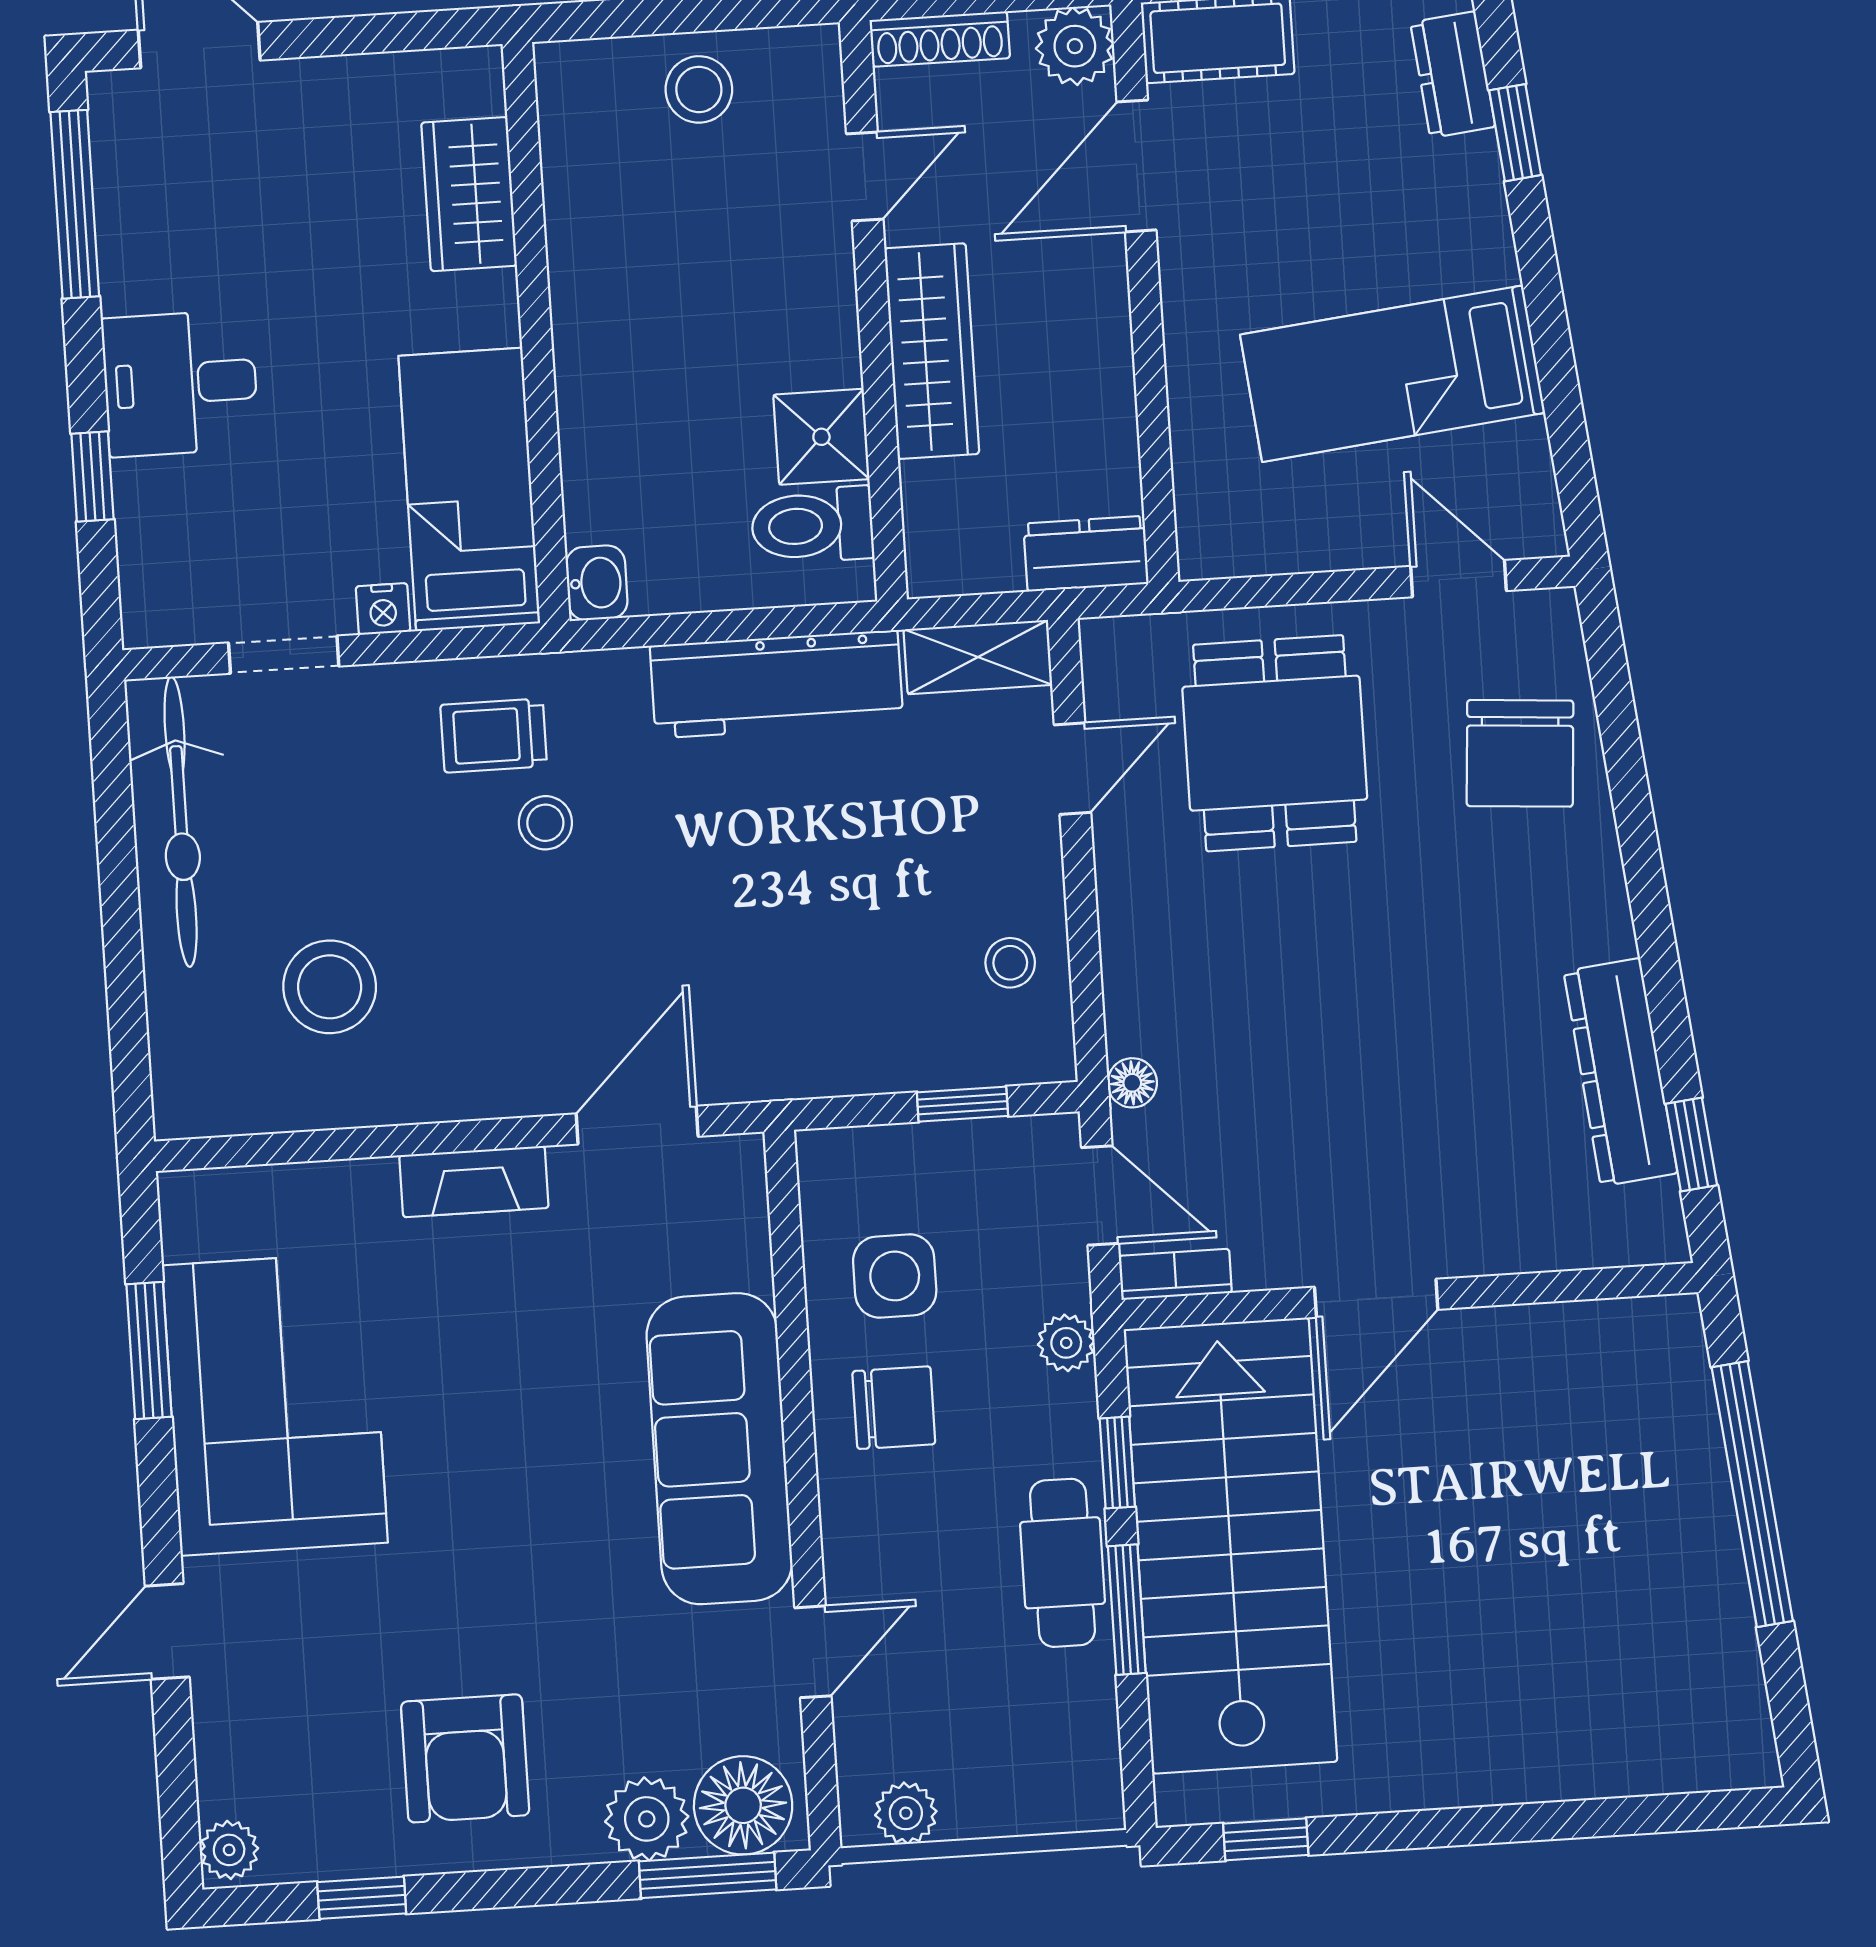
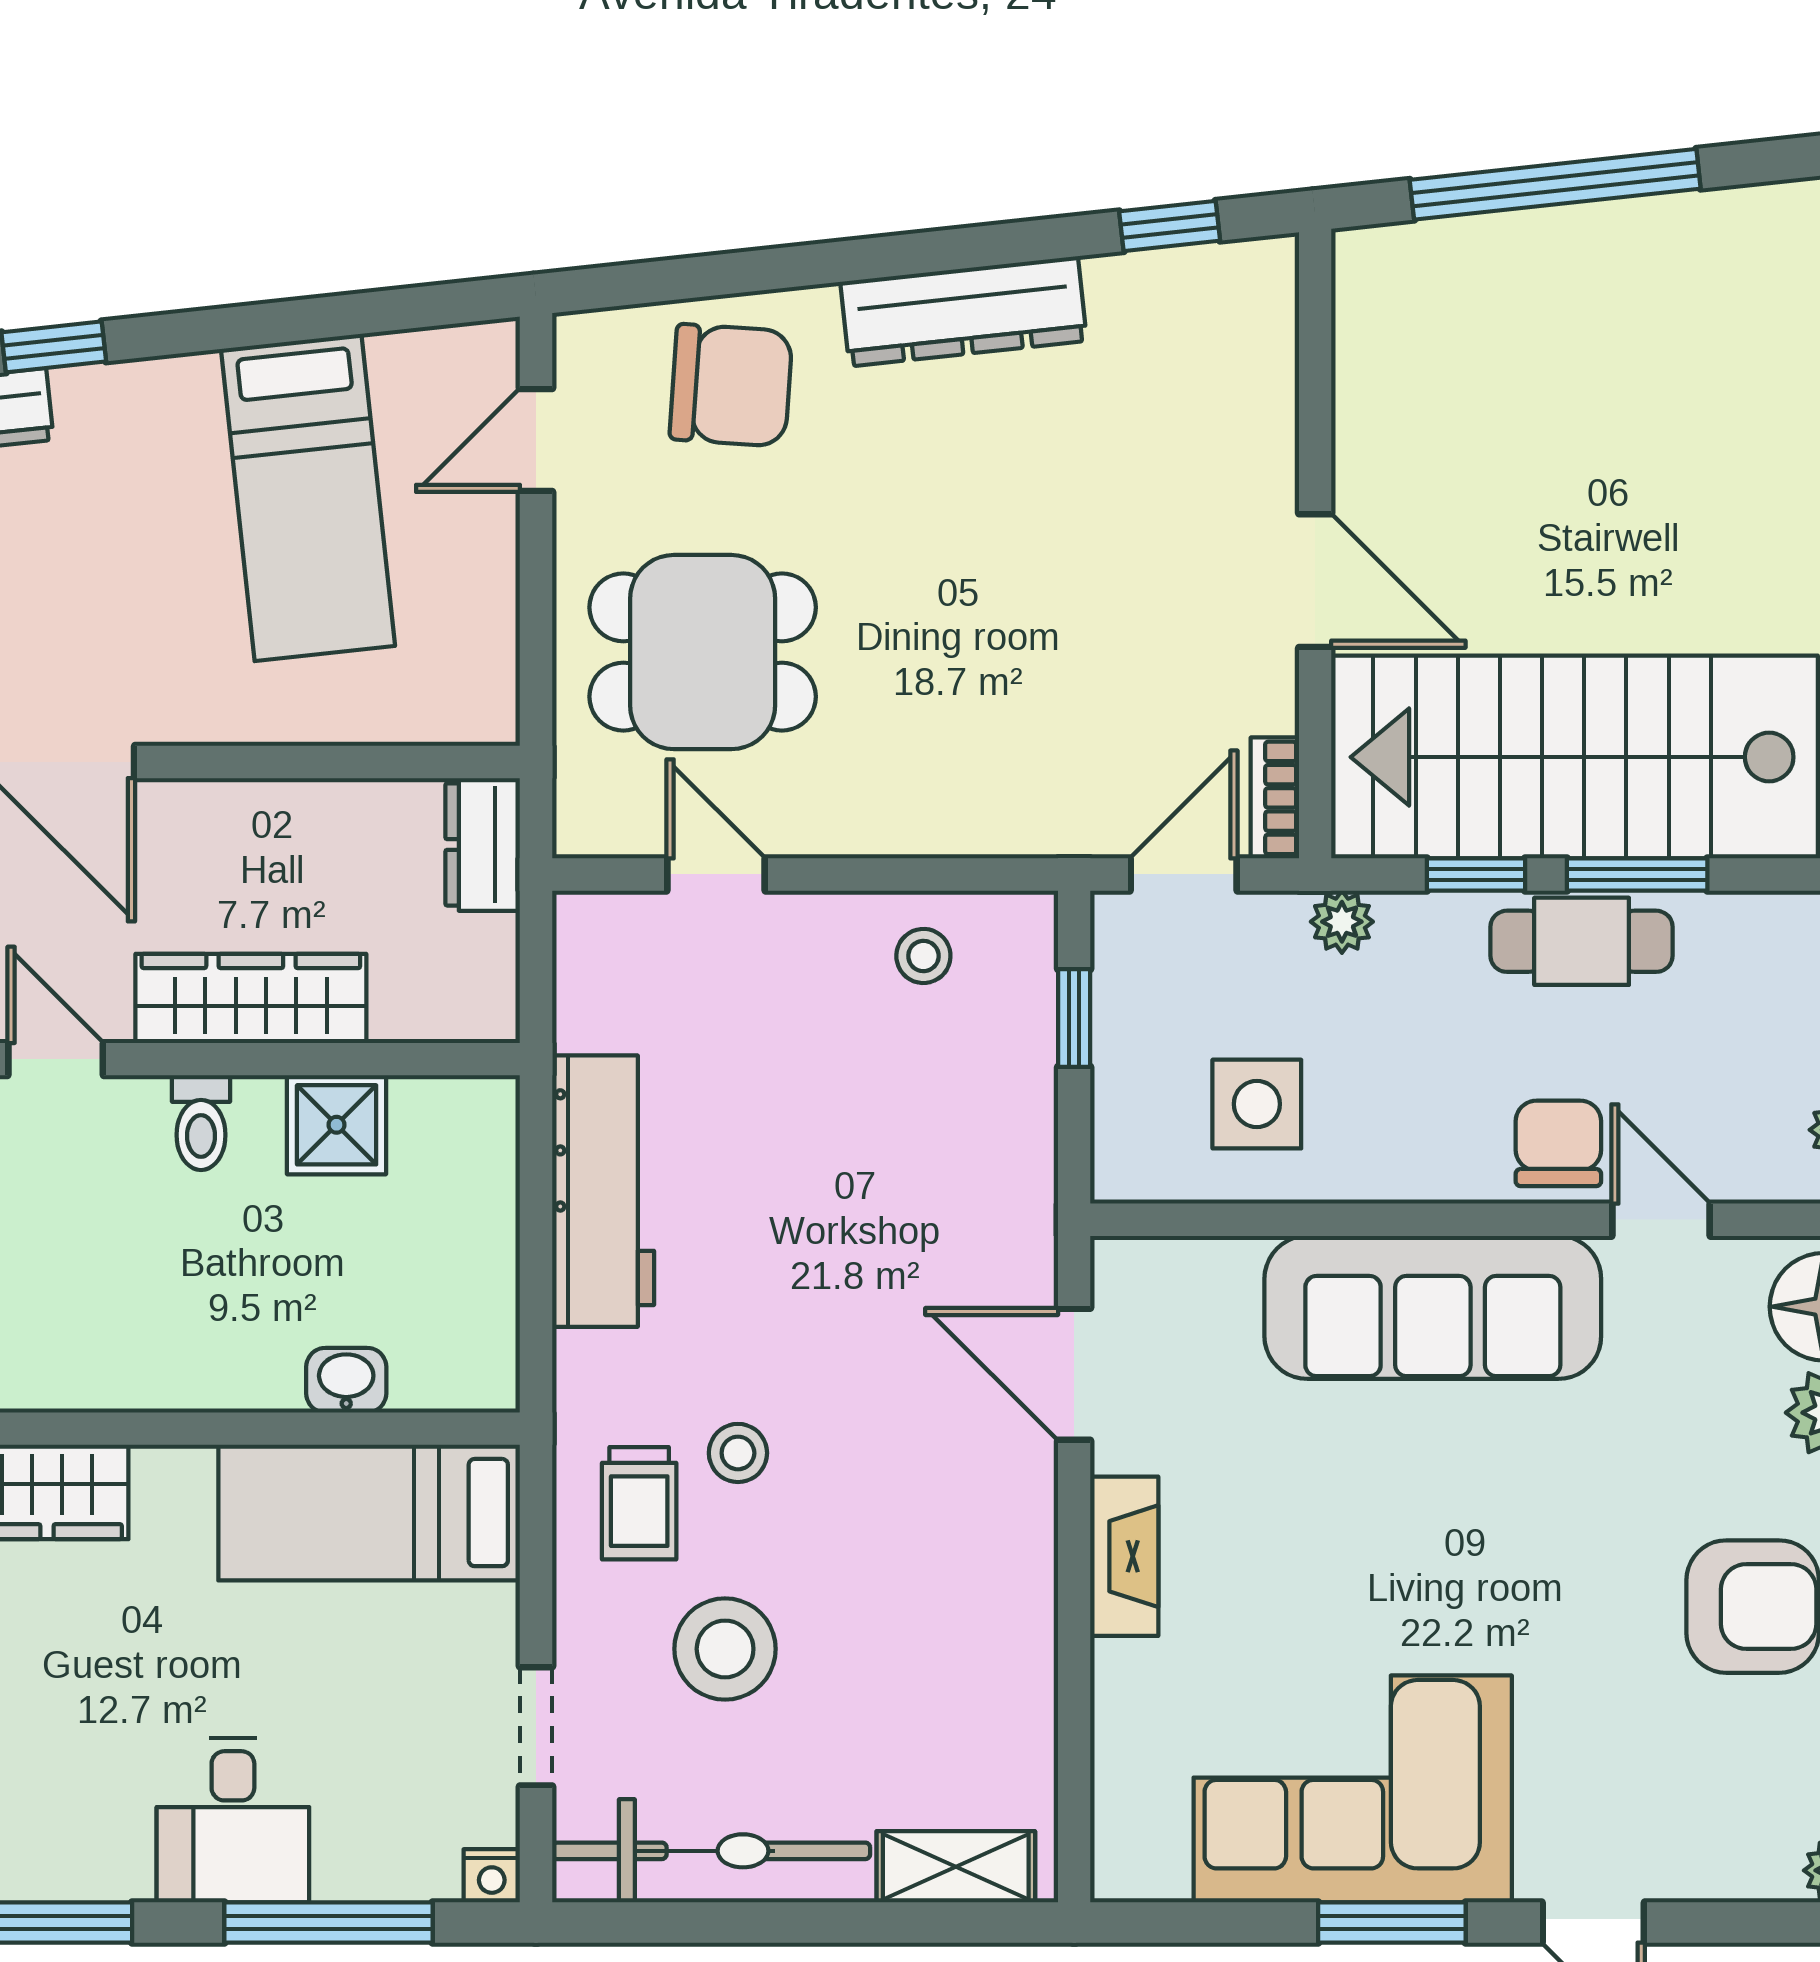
window: (92, 477) -> (328, 1923), width x2.17
toilet: (812, 525) -> (201, 1123), moved, width x0.73, depth x0.72
washbasin: (597, 583) -> (346, 1380), moved
nightstand: (383, 609) -> (492, 1876), moved, turned 90
shelving: (978, 657) -> (956, 1867), moved, turned 90
stool: (330, 987) -> (725, 1649), moved
dresser: (1621, 1072) -> (964, 311), moved
floor lamp: (1132, 1083) -> (1063, 831), removed
window: (149, 1350) -> (1392, 1923), moved
chair: (894, 1408) -> (1558, 1143), moved

